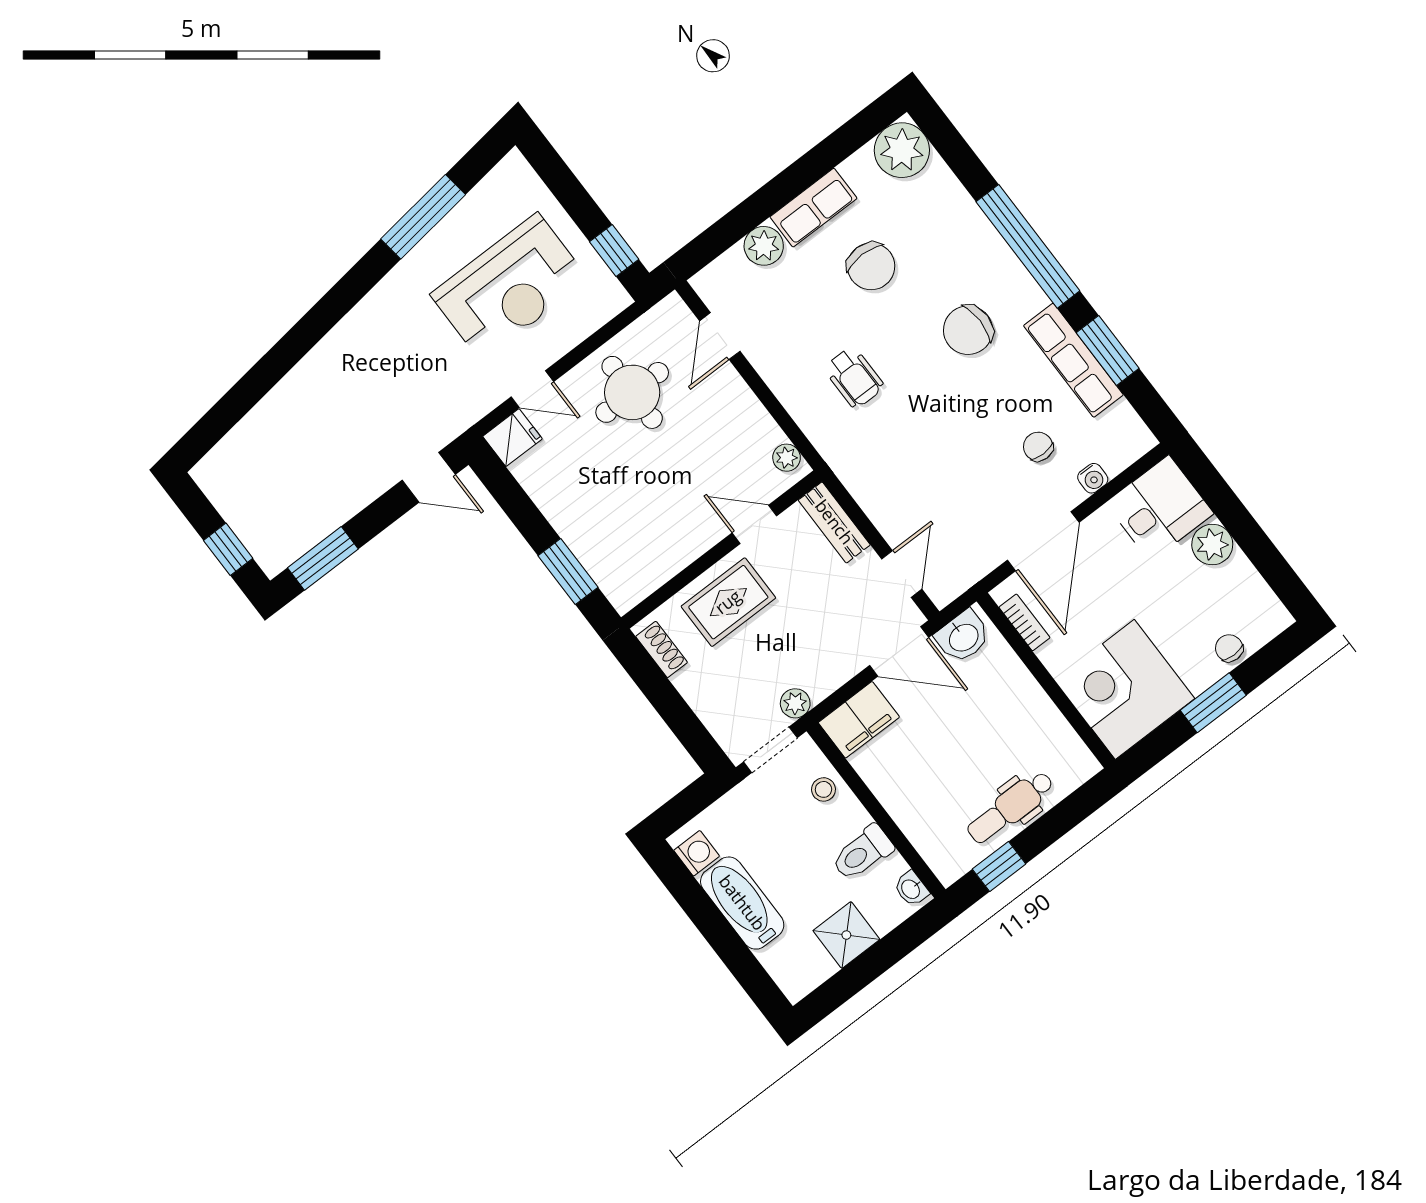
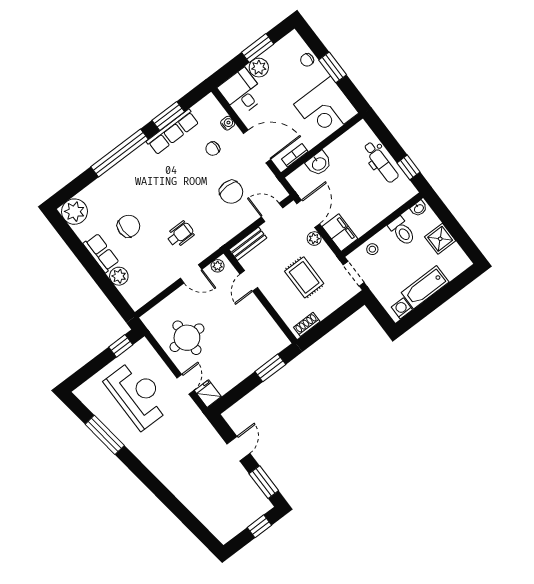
chair: (968, 330) -> (231, 192), moved
door: (720, 336) -> (191, 274), moved
door: (429, 477) -> (238, 449), moved
window: (1254, 542) -> (258, 48), added
rug: (728, 602) -> (304, 277), moved
washbasin: (963, 637) -> (319, 164), moved, turned 90
plant: (795, 703) -> (314, 239), moved

